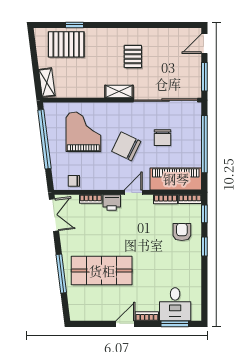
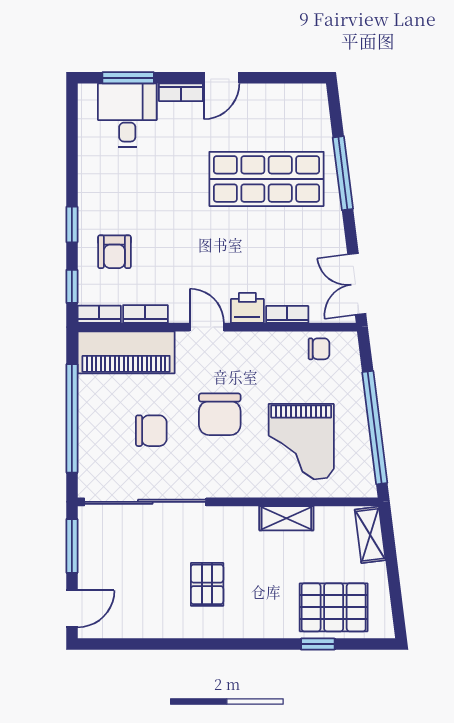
shelving: (119, 91) -> (286, 518), moved
chair: (162, 138) -> (151, 431), turned 90
chair: (126, 146) -> (220, 414), turned 64
door: (133, 192) -> (207, 327), swing flipped

